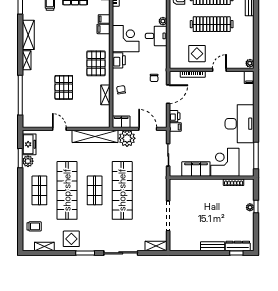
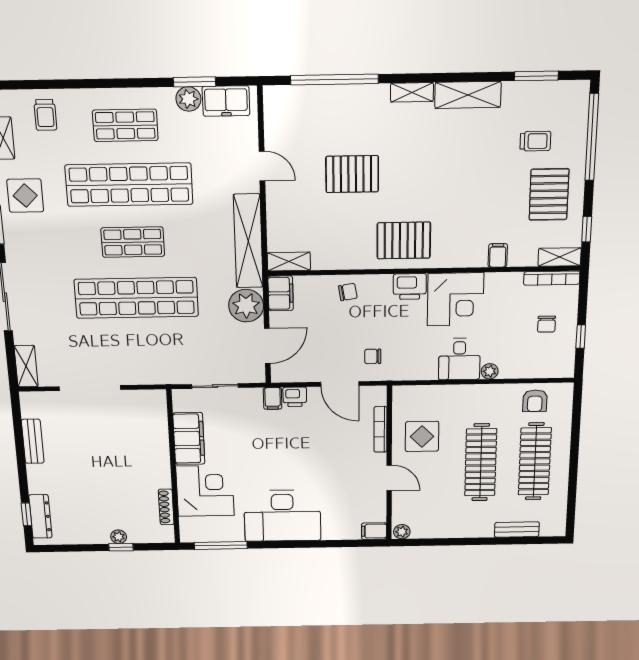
filing cabinet: (104, 29) -> (477, 255), removed
shelving: (105, 95) -> (289, 261), moved
door: (59, 129) -> (262, 166), hinge flipped
bench: (213, 246) -> (33, 441), moved

